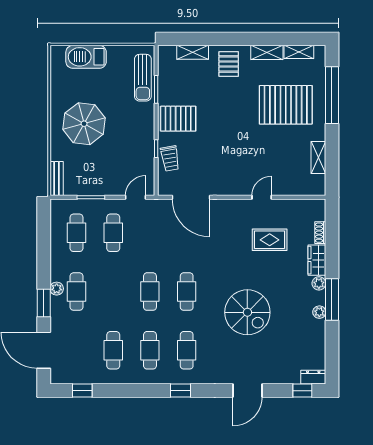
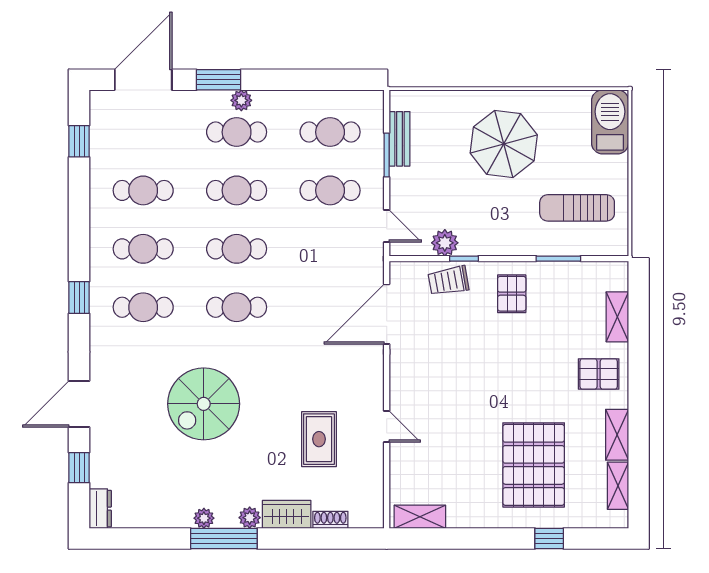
barbecue: (86, 57) -> (610, 122), moved
sun lounger: (143, 78) -> (577, 208), moved
window: (332, 95) -> (549, 538), width x0.32
pallet: (178, 119) -> (512, 294), width x0.67, depth x0.71
shelving: (318, 158) -> (420, 517), moved
plant: (146, 161) -> (445, 243), added
bench: (57, 179) -> (399, 139), moved, turned 90
cafe table: (113, 292) -> (237, 190), added
door: (247, 391) -> (79, 404), hinge flipped
window: (302, 391) -> (79, 468), moved

